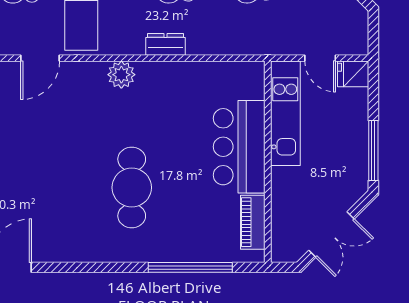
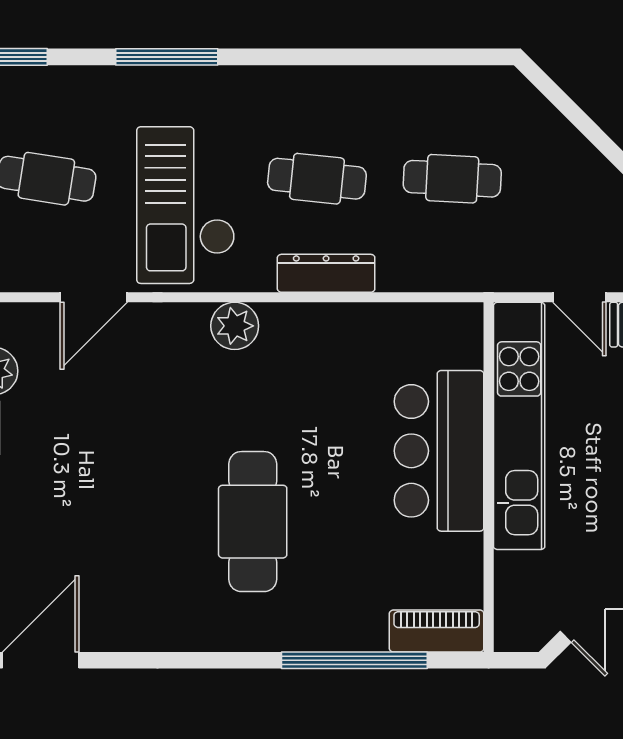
dresser: (165, 44) -> (326, 273), width x1.44
kitchen unit: (285, 113) -> (519, 426), width x1.36
piano: (253, 222) -> (437, 631), moved, turned 90

